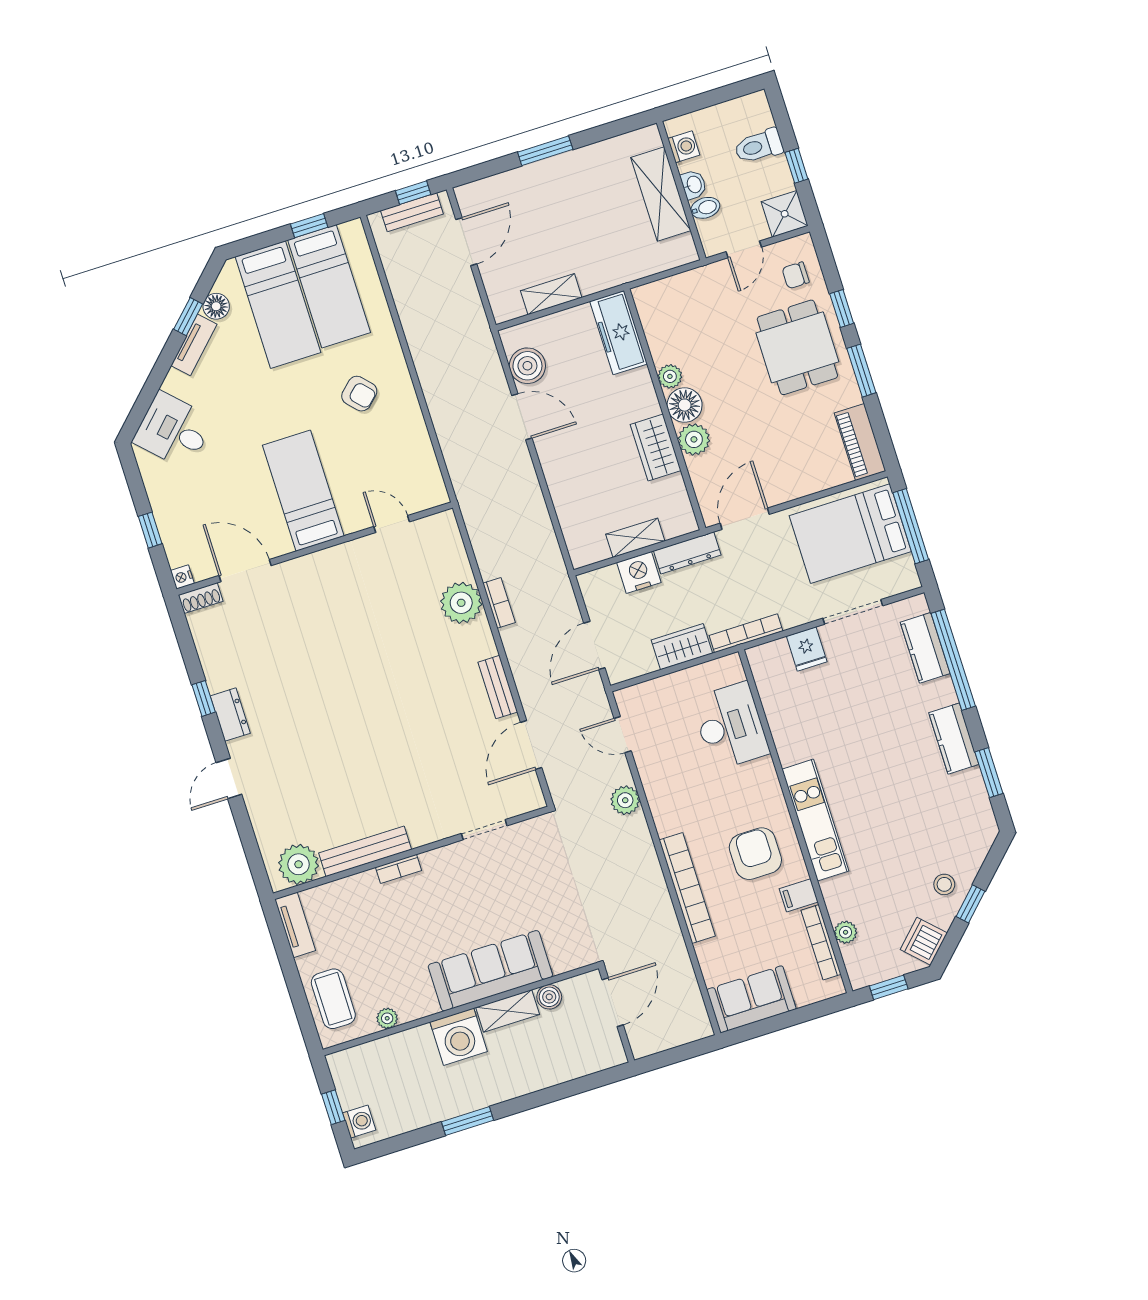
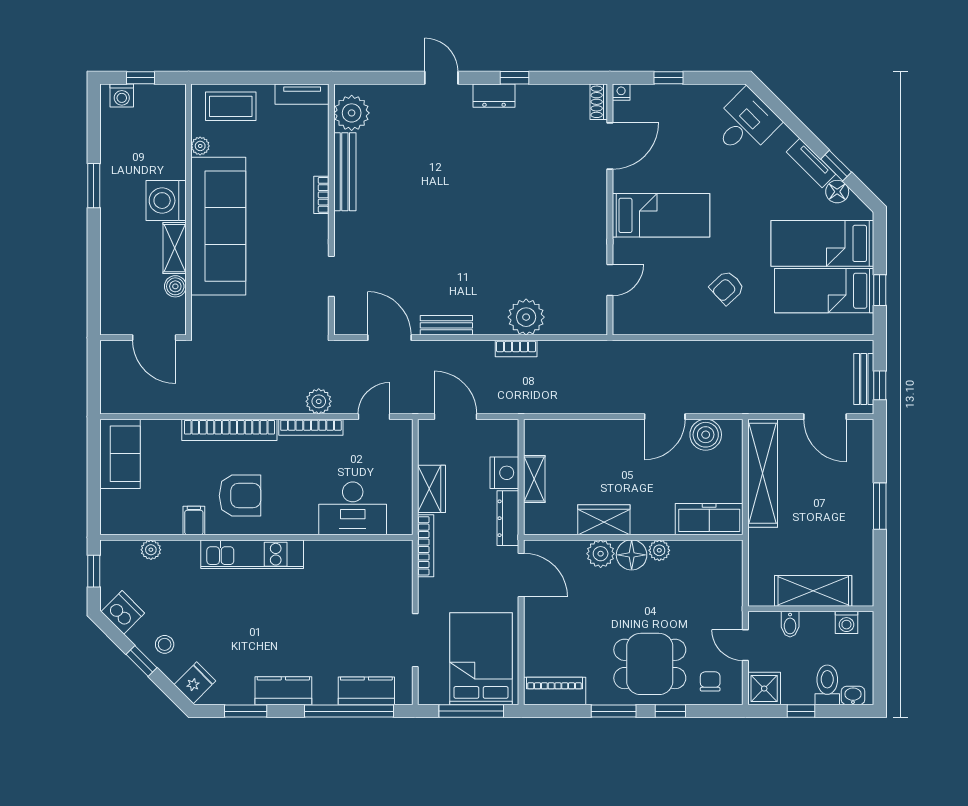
washbasin: (694, 185) -> (853, 695), moved, turned 180
shelving: (551, 294) -> (763, 473), width x2.20, depth x1.33
fridge: (807, 649) -> (195, 683), moved, turned 135
bookcase: (821, 942) -> (311, 427), moved, turned 180
sofa: (490, 971) -> (218, 226), width x1.36, depth x1.27

